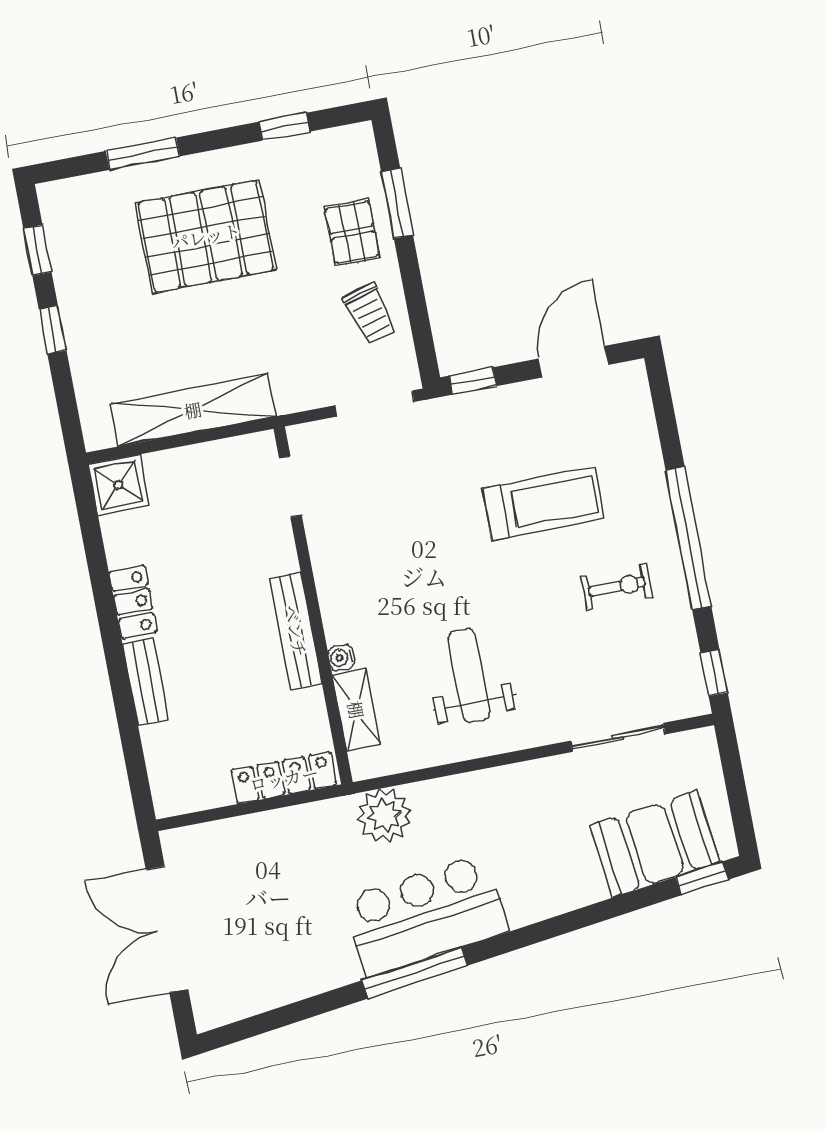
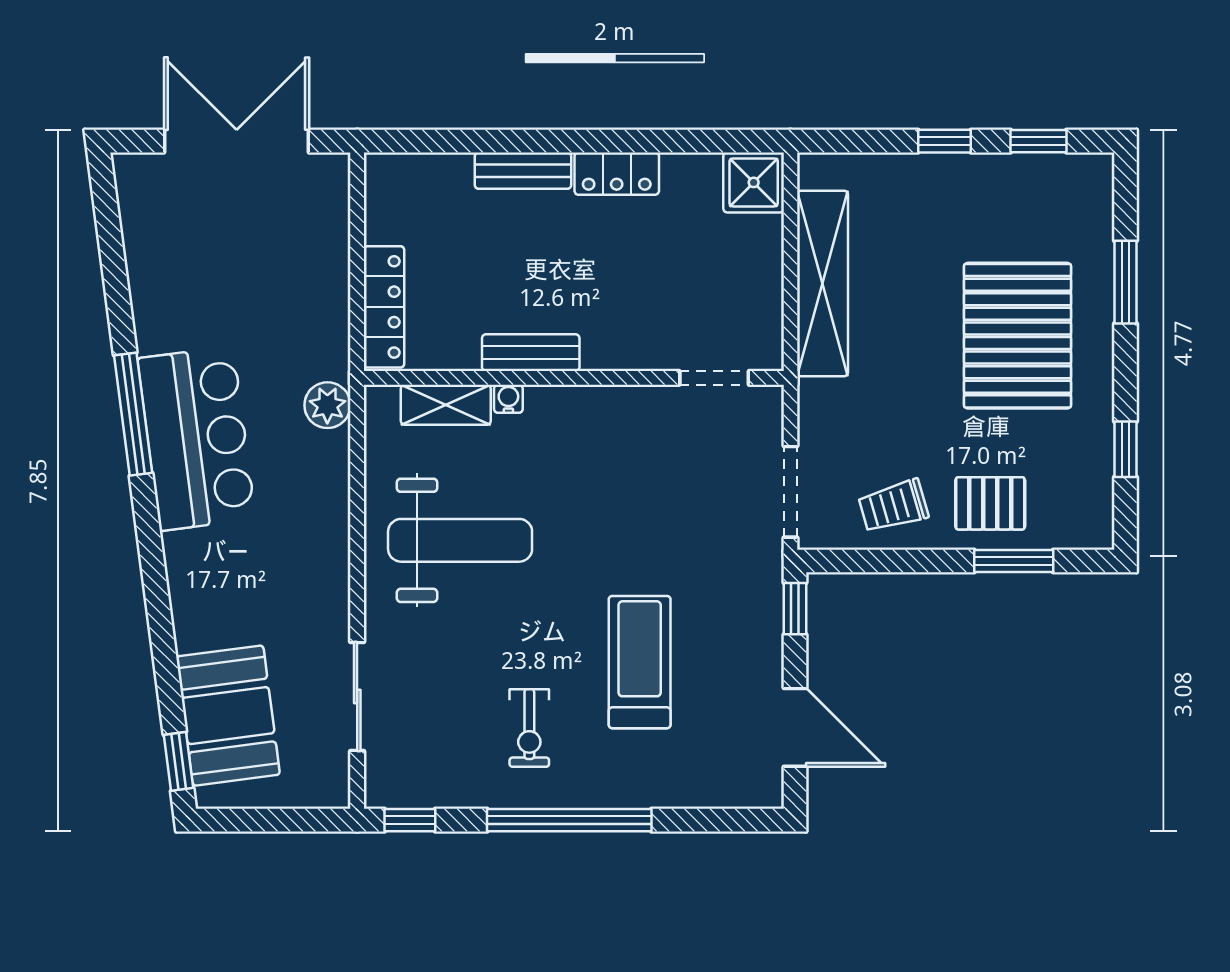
treadmill: (543, 504) -> (640, 662), turned 180
bench: (296, 631) -> (531, 353), width x0.73
weight bench: (469, 676) -> (460, 540), width x1.36, depth x1.33
plant: (384, 815) -> (327, 405), width x0.73, depth x0.73

